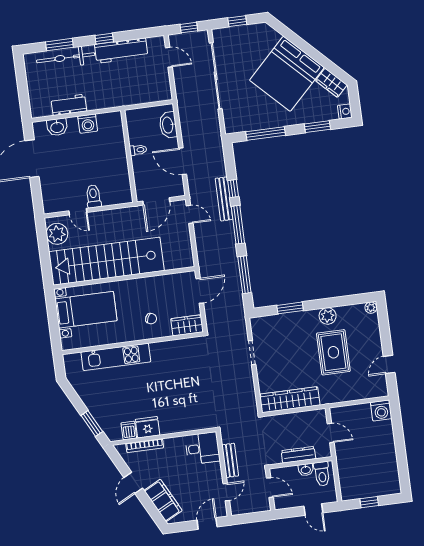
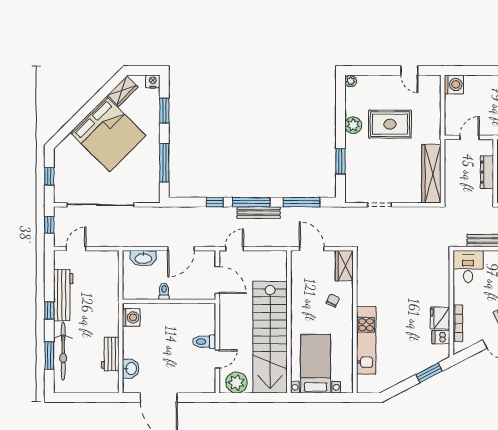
washing machine: (88, 124) -> (131, 317), moved
bench: (224, 199) -> (259, 213), moved

